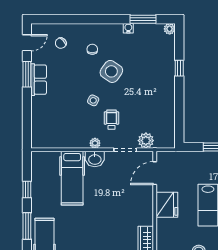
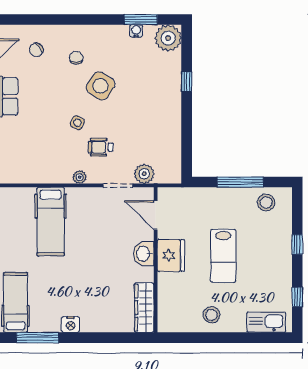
water cooler: (128, 28) -> (136, 31), moved
plant: (170, 29) -> (168, 38), width x1.88, depth x1.88
wheelchair: (111, 120) -> (101, 147), turned -90
washbasin: (95, 159) -> (144, 254), moved, turned 90
door: (155, 173) -> (156, 215), hinge flipped

